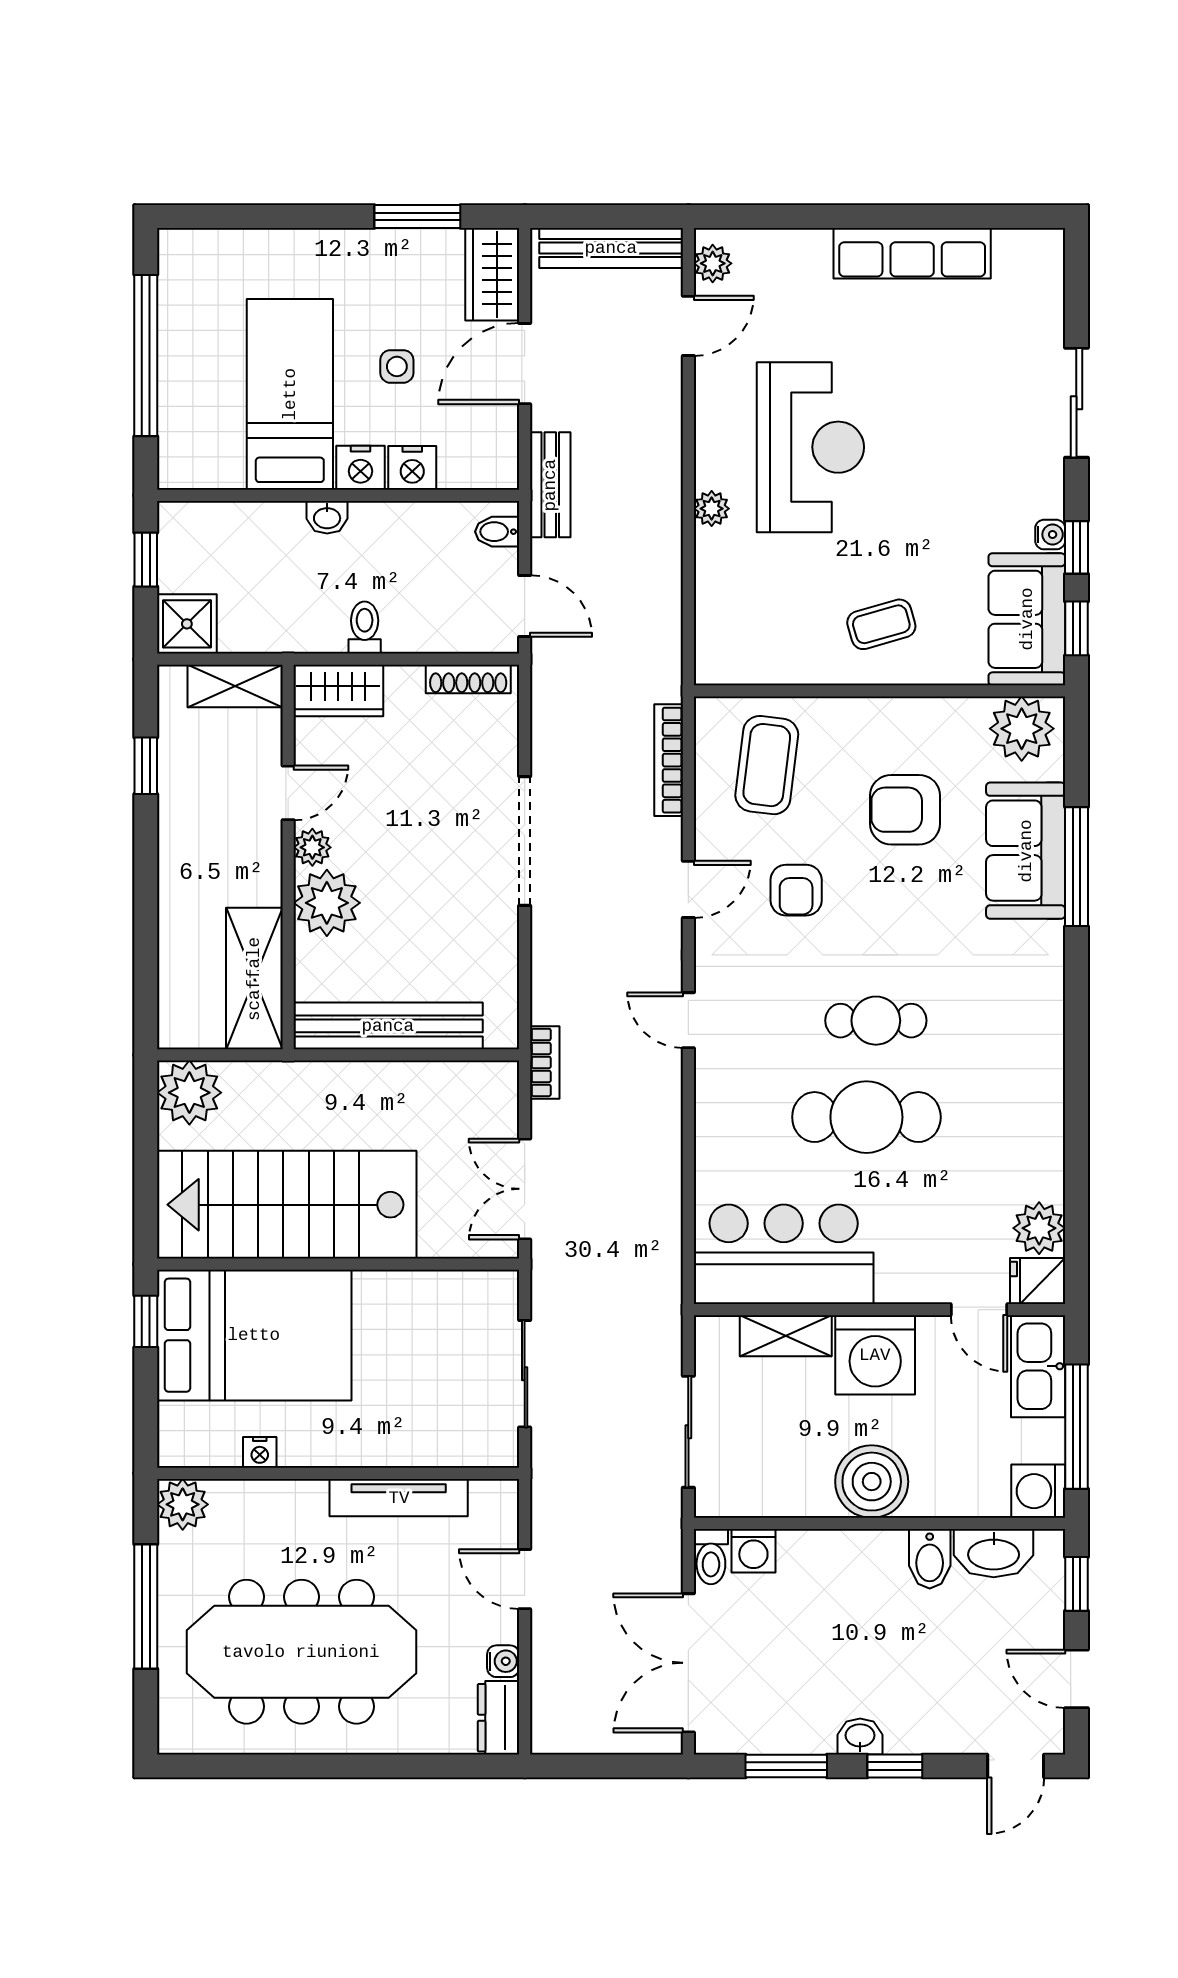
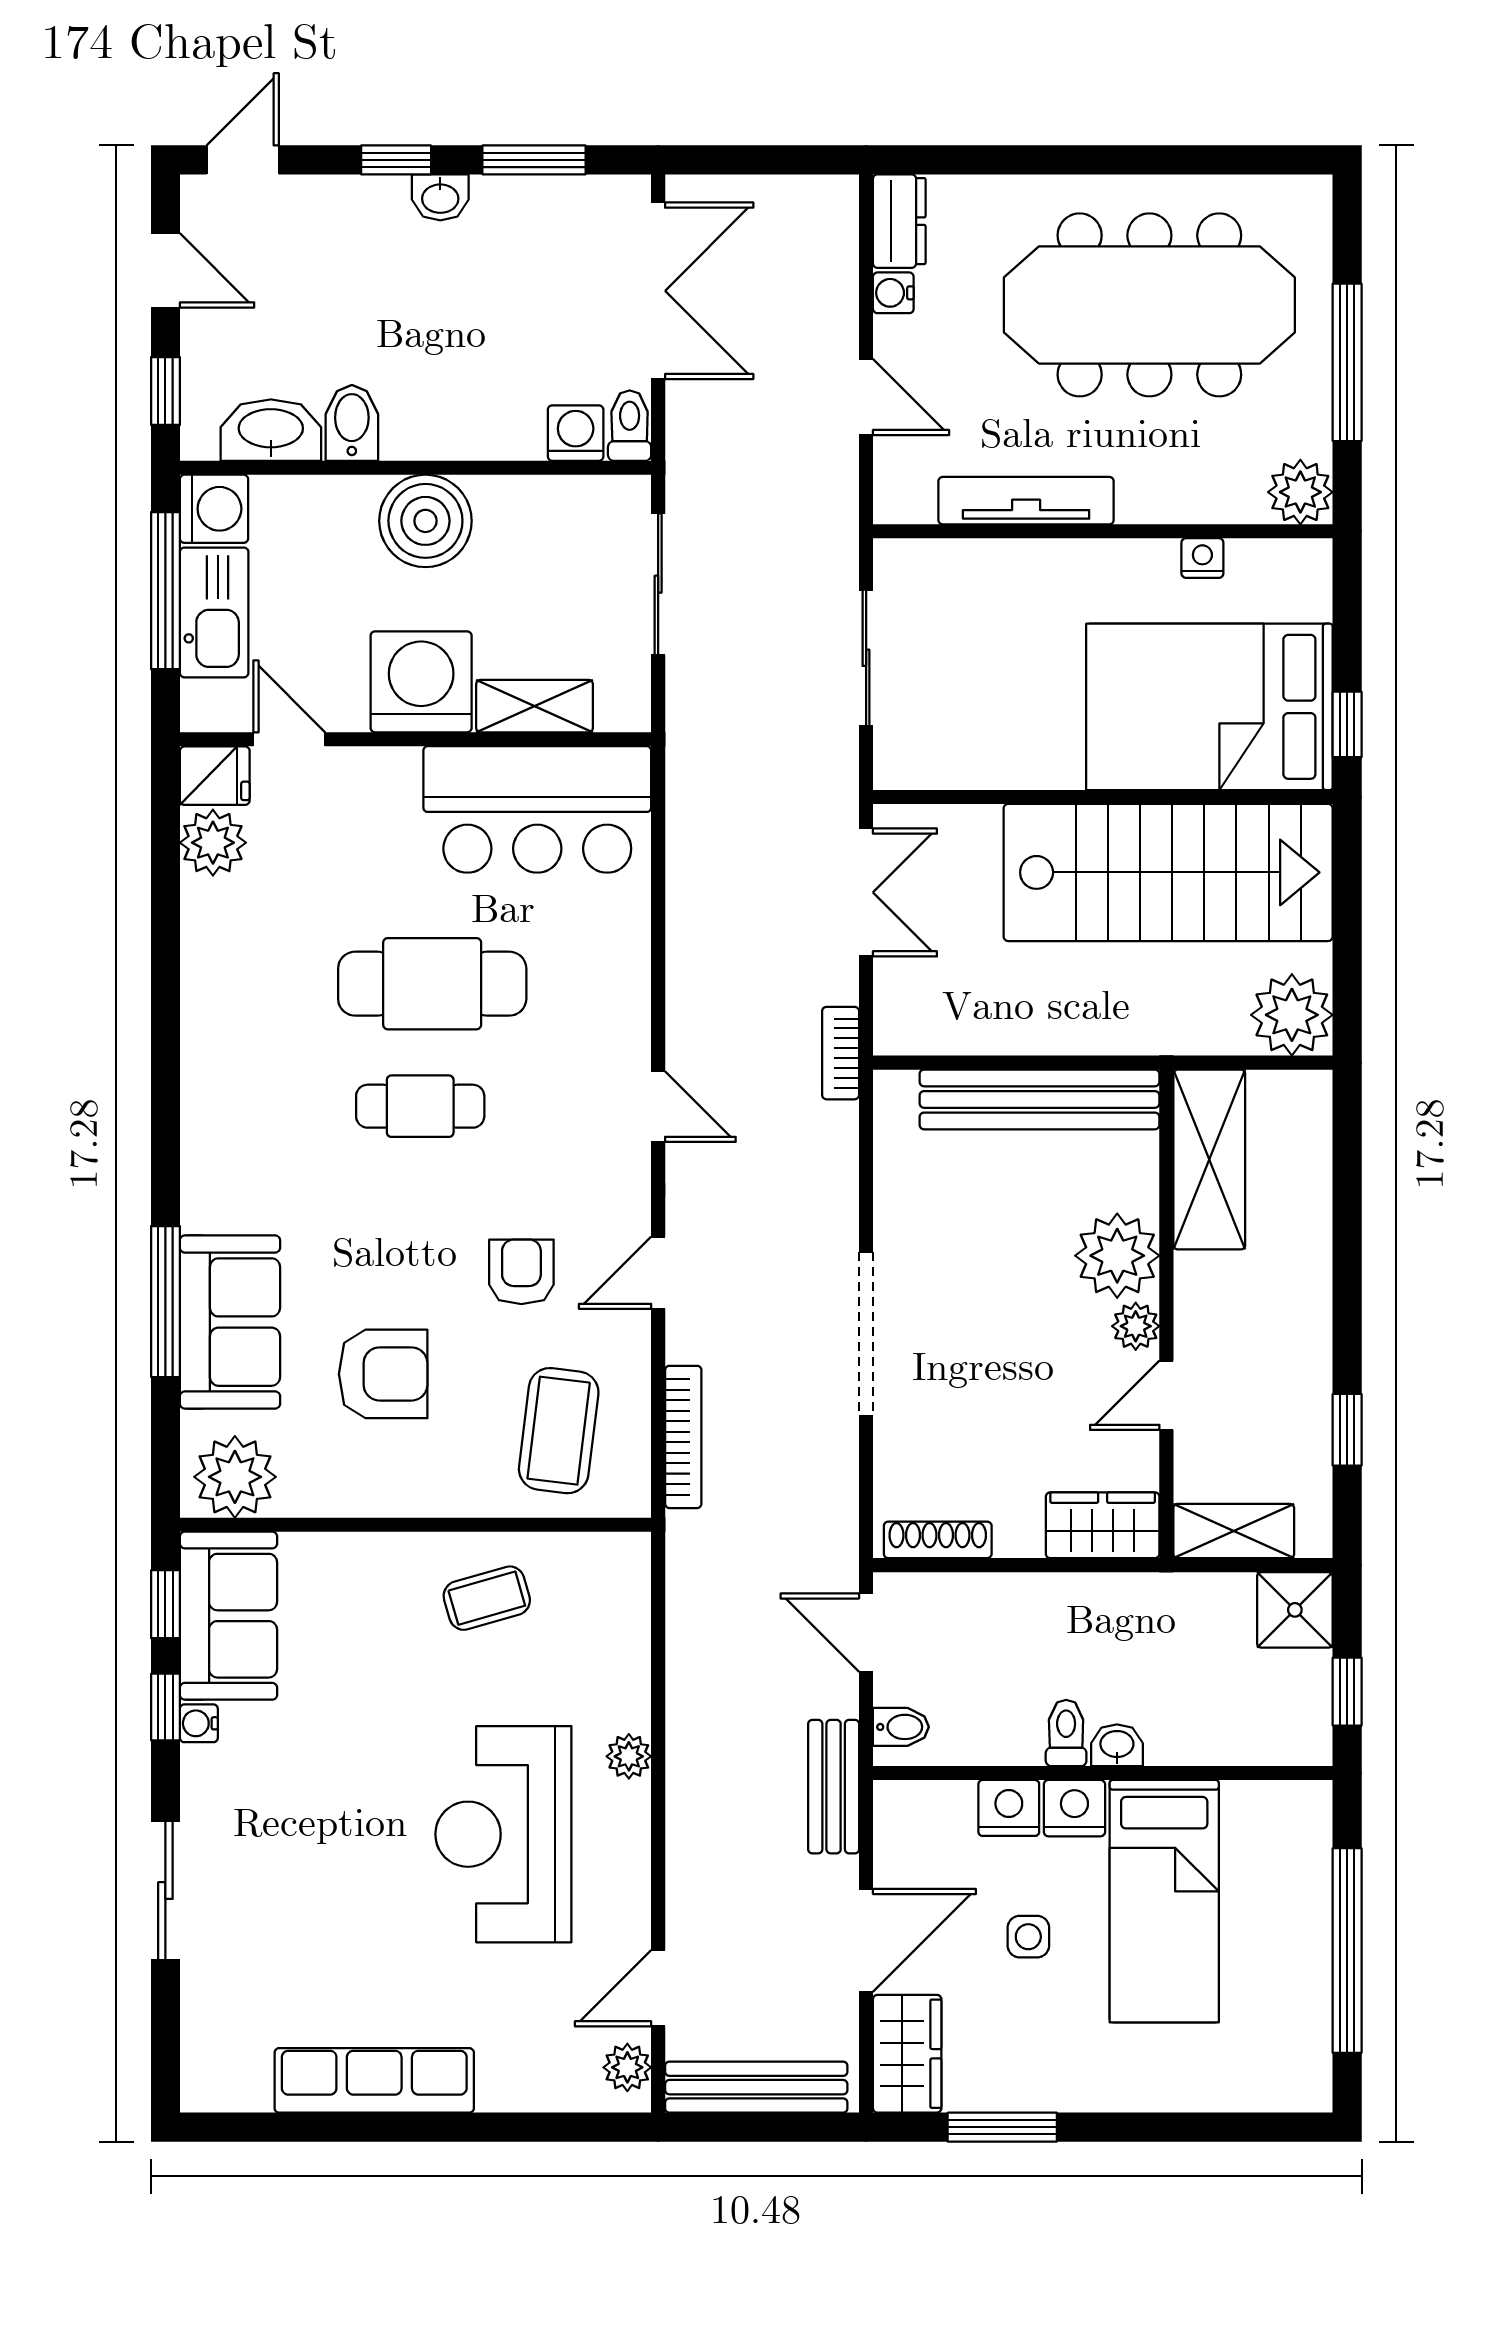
coffee table: (881, 624) -> (487, 1598), moved
toilet: (365, 628) -> (1066, 1733), moved, turned 180
kitchen sink: (1038, 1366) -> (214, 612), moved

